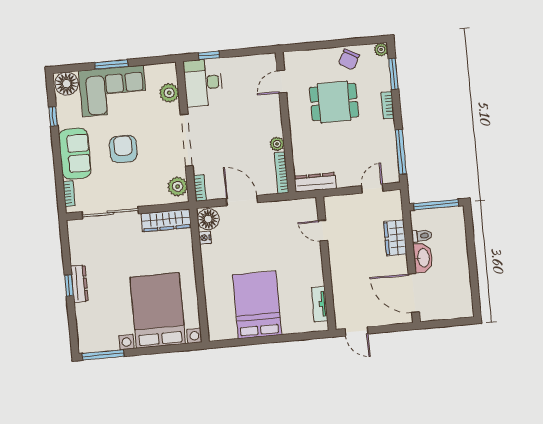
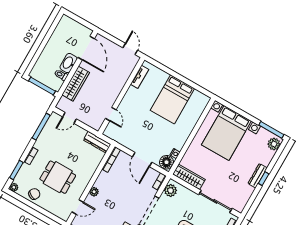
plant: (277, 144) -> (94, 192), moved
wardrobe: (395, 238) -> (76, 84), width x1.50
plant: (87, 339) -> (274, 144), added

